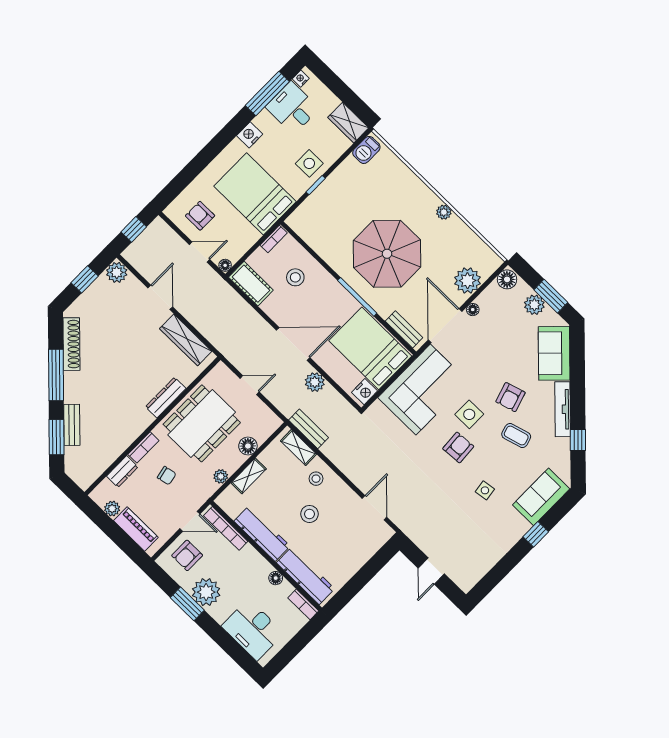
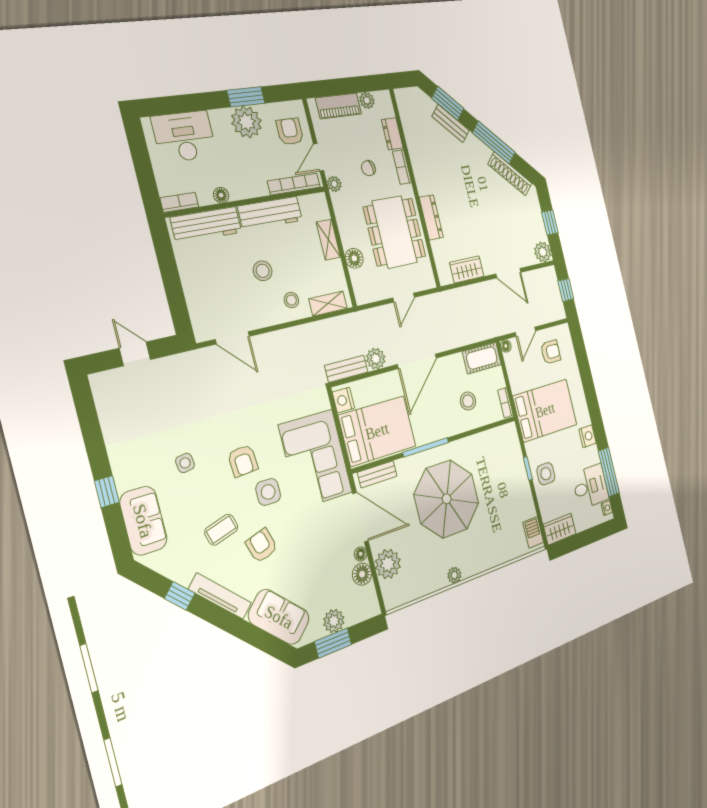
floor lamp: (507, 279) -> (362, 574), moved
wardrobe: (186, 340) -> (467, 269), width x0.67
bench: (309, 429) -> (346, 369), moved
plant: (221, 476) -> (334, 184), moved

